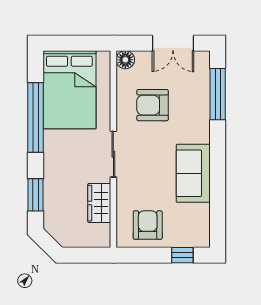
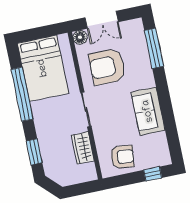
double door: (173, 43) -> (102, 20), moved
armchair: (153, 105) -> (107, 67), width x1.36, depth x1.36
armchair: (148, 225) -> (122, 157), turned 96

